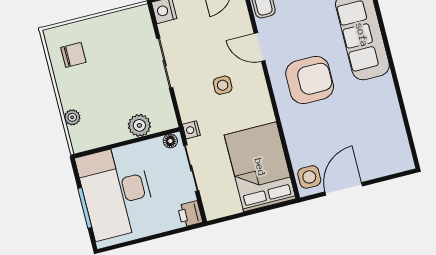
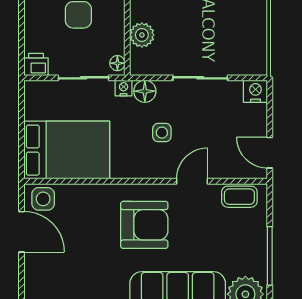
armchair: (310, 80) -> (144, 225), turned -90
floor lamp: (189, 110) -> (145, 91), added

